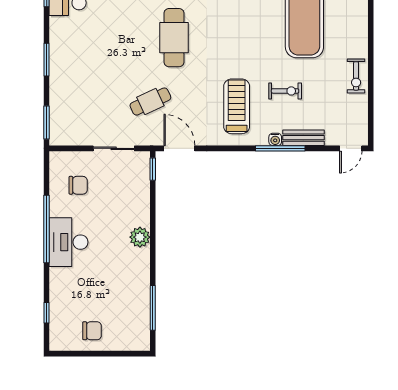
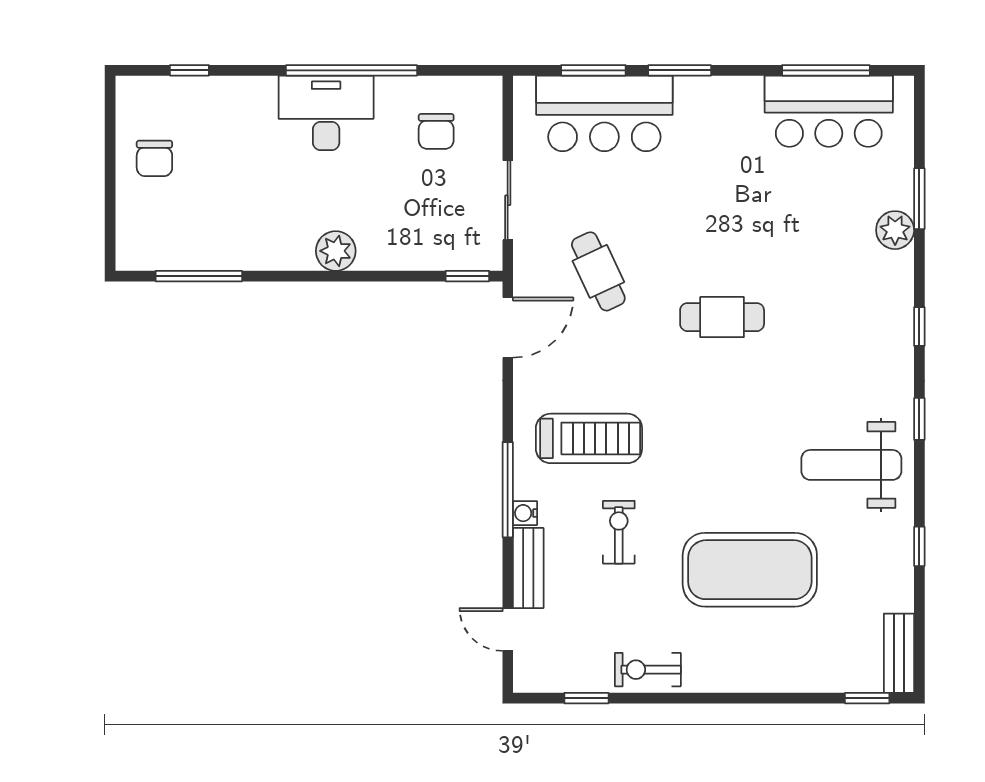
cafe table: (174, 38) -> (722, 317), width x0.73, depth x0.74
exercise bike: (285, 91) -> (619, 532), turned 180
bar counter: (69, 98) -> (604, 113), added
window: (371, 108) -> (586, 698), added
window: (47, 122) -> (593, 70), moved
window: (280, 148) -> (508, 490), moved
door: (351, 148) -> (508, 630), moved

